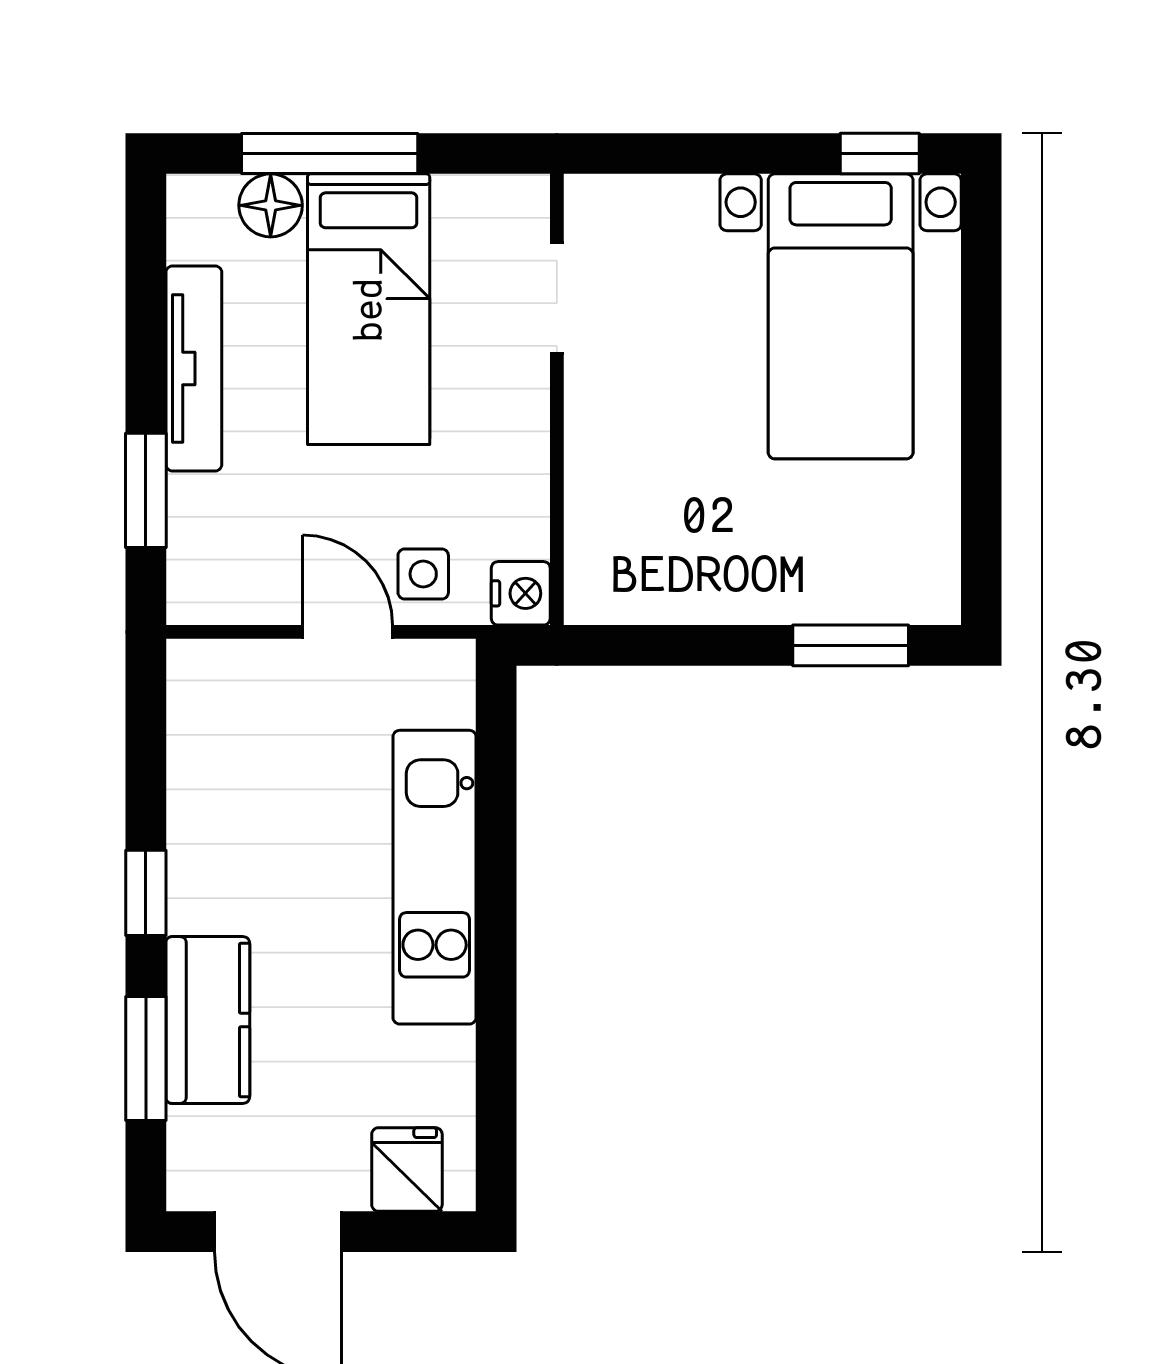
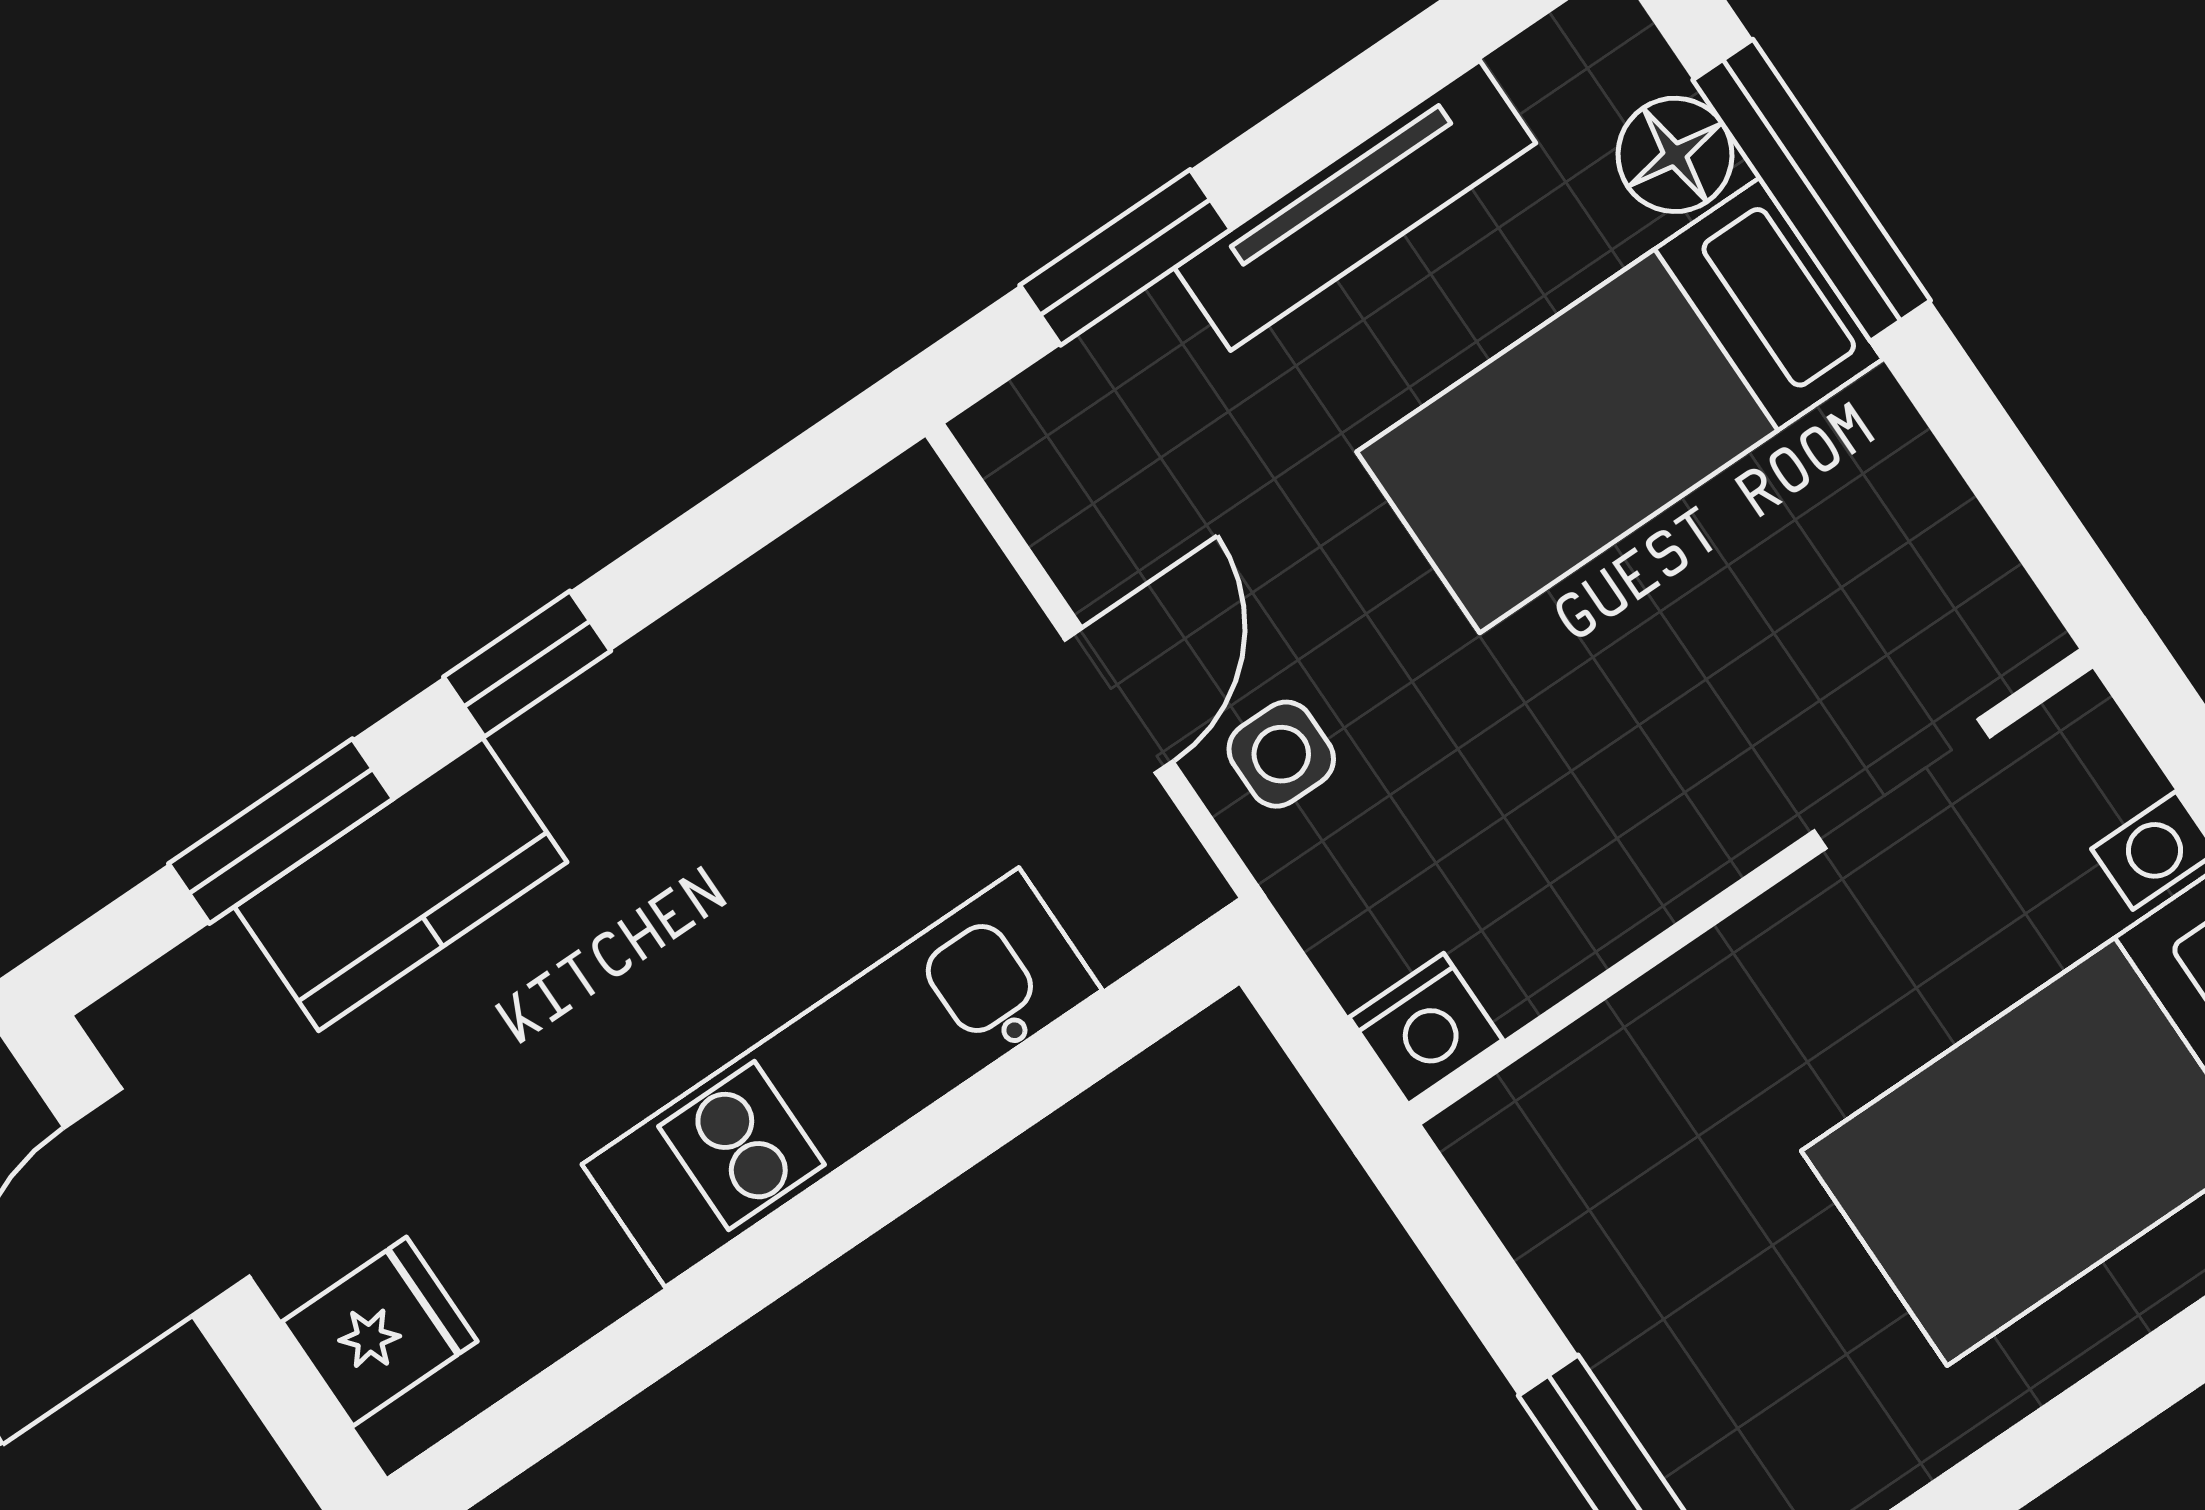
doorway: (557, 298) -> (1902, 784), moved
wall: (557, 399) -> (1751, 887), moved
nightstand: (521, 593) -> (1426, 1029), moved

